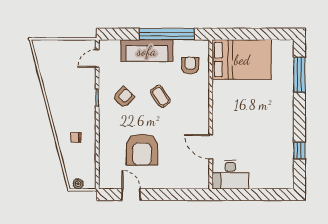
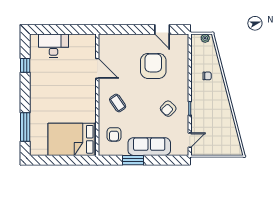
window: (167, 34) -> (133, 160), width x0.47
coffee table: (160, 96) -> (118, 103), moved
desk: (230, 175) -> (53, 46), moved

